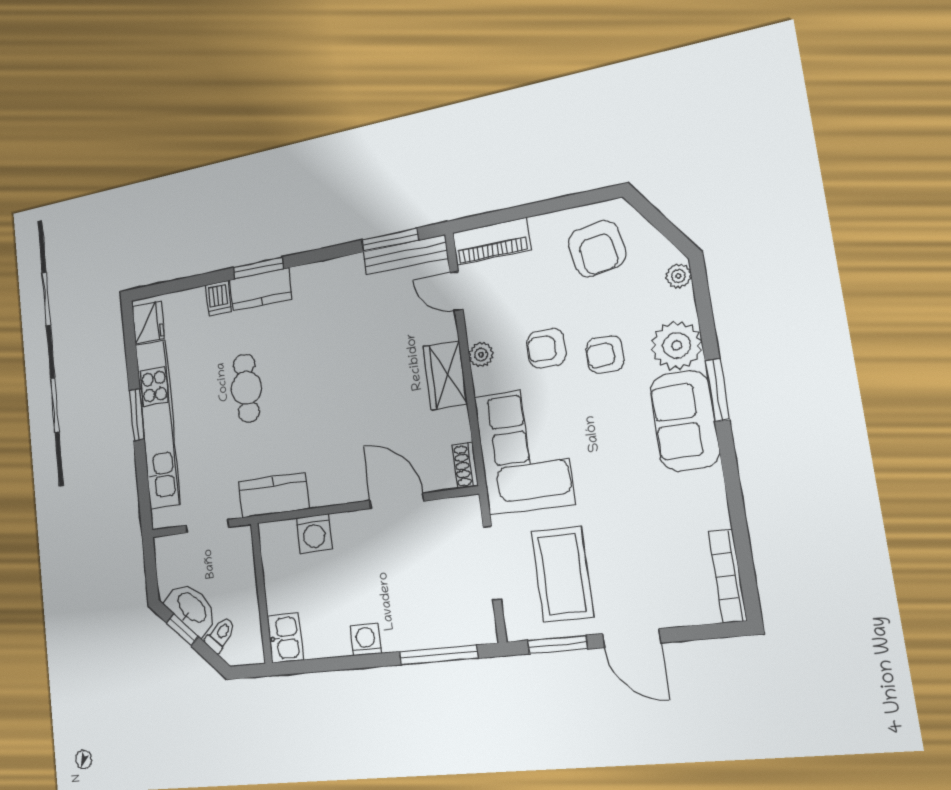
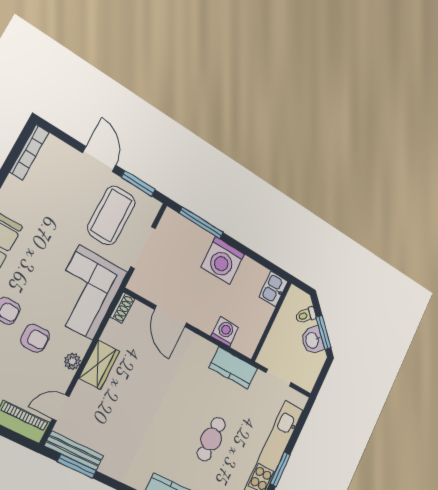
door: (457, 291) -> (61, 408), swing flipped
washbasin: (191, 608) -> (313, 340), width x0.72
window: (182, 630) -> (324, 332), width x1.50
washing machine: (366, 640) -> (223, 261), width x1.89, depth x1.89

